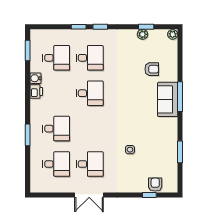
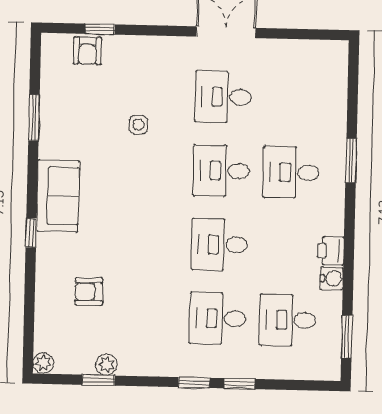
window: (180, 97) -> (31, 233), width x0.46
sofa: (168, 99) -> (58, 196), moved
desk: (56, 164) -> (221, 171), moved

